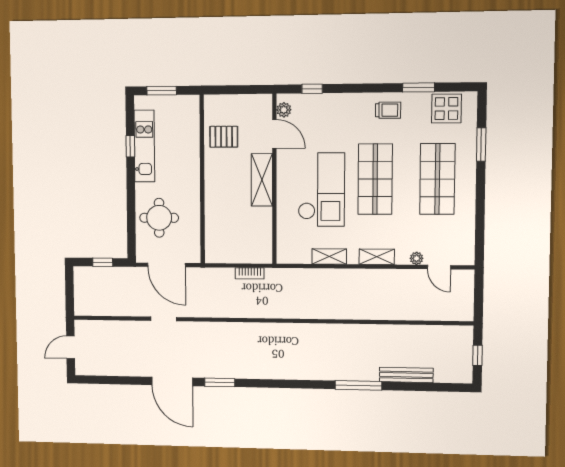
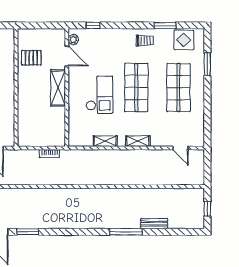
checkout: (321, 190) -> (99, 95), width x0.73, depth x0.83
plant: (417, 258) -> (165, 142), removed
bench: (406, 375) -> (154, 224), width x0.73

